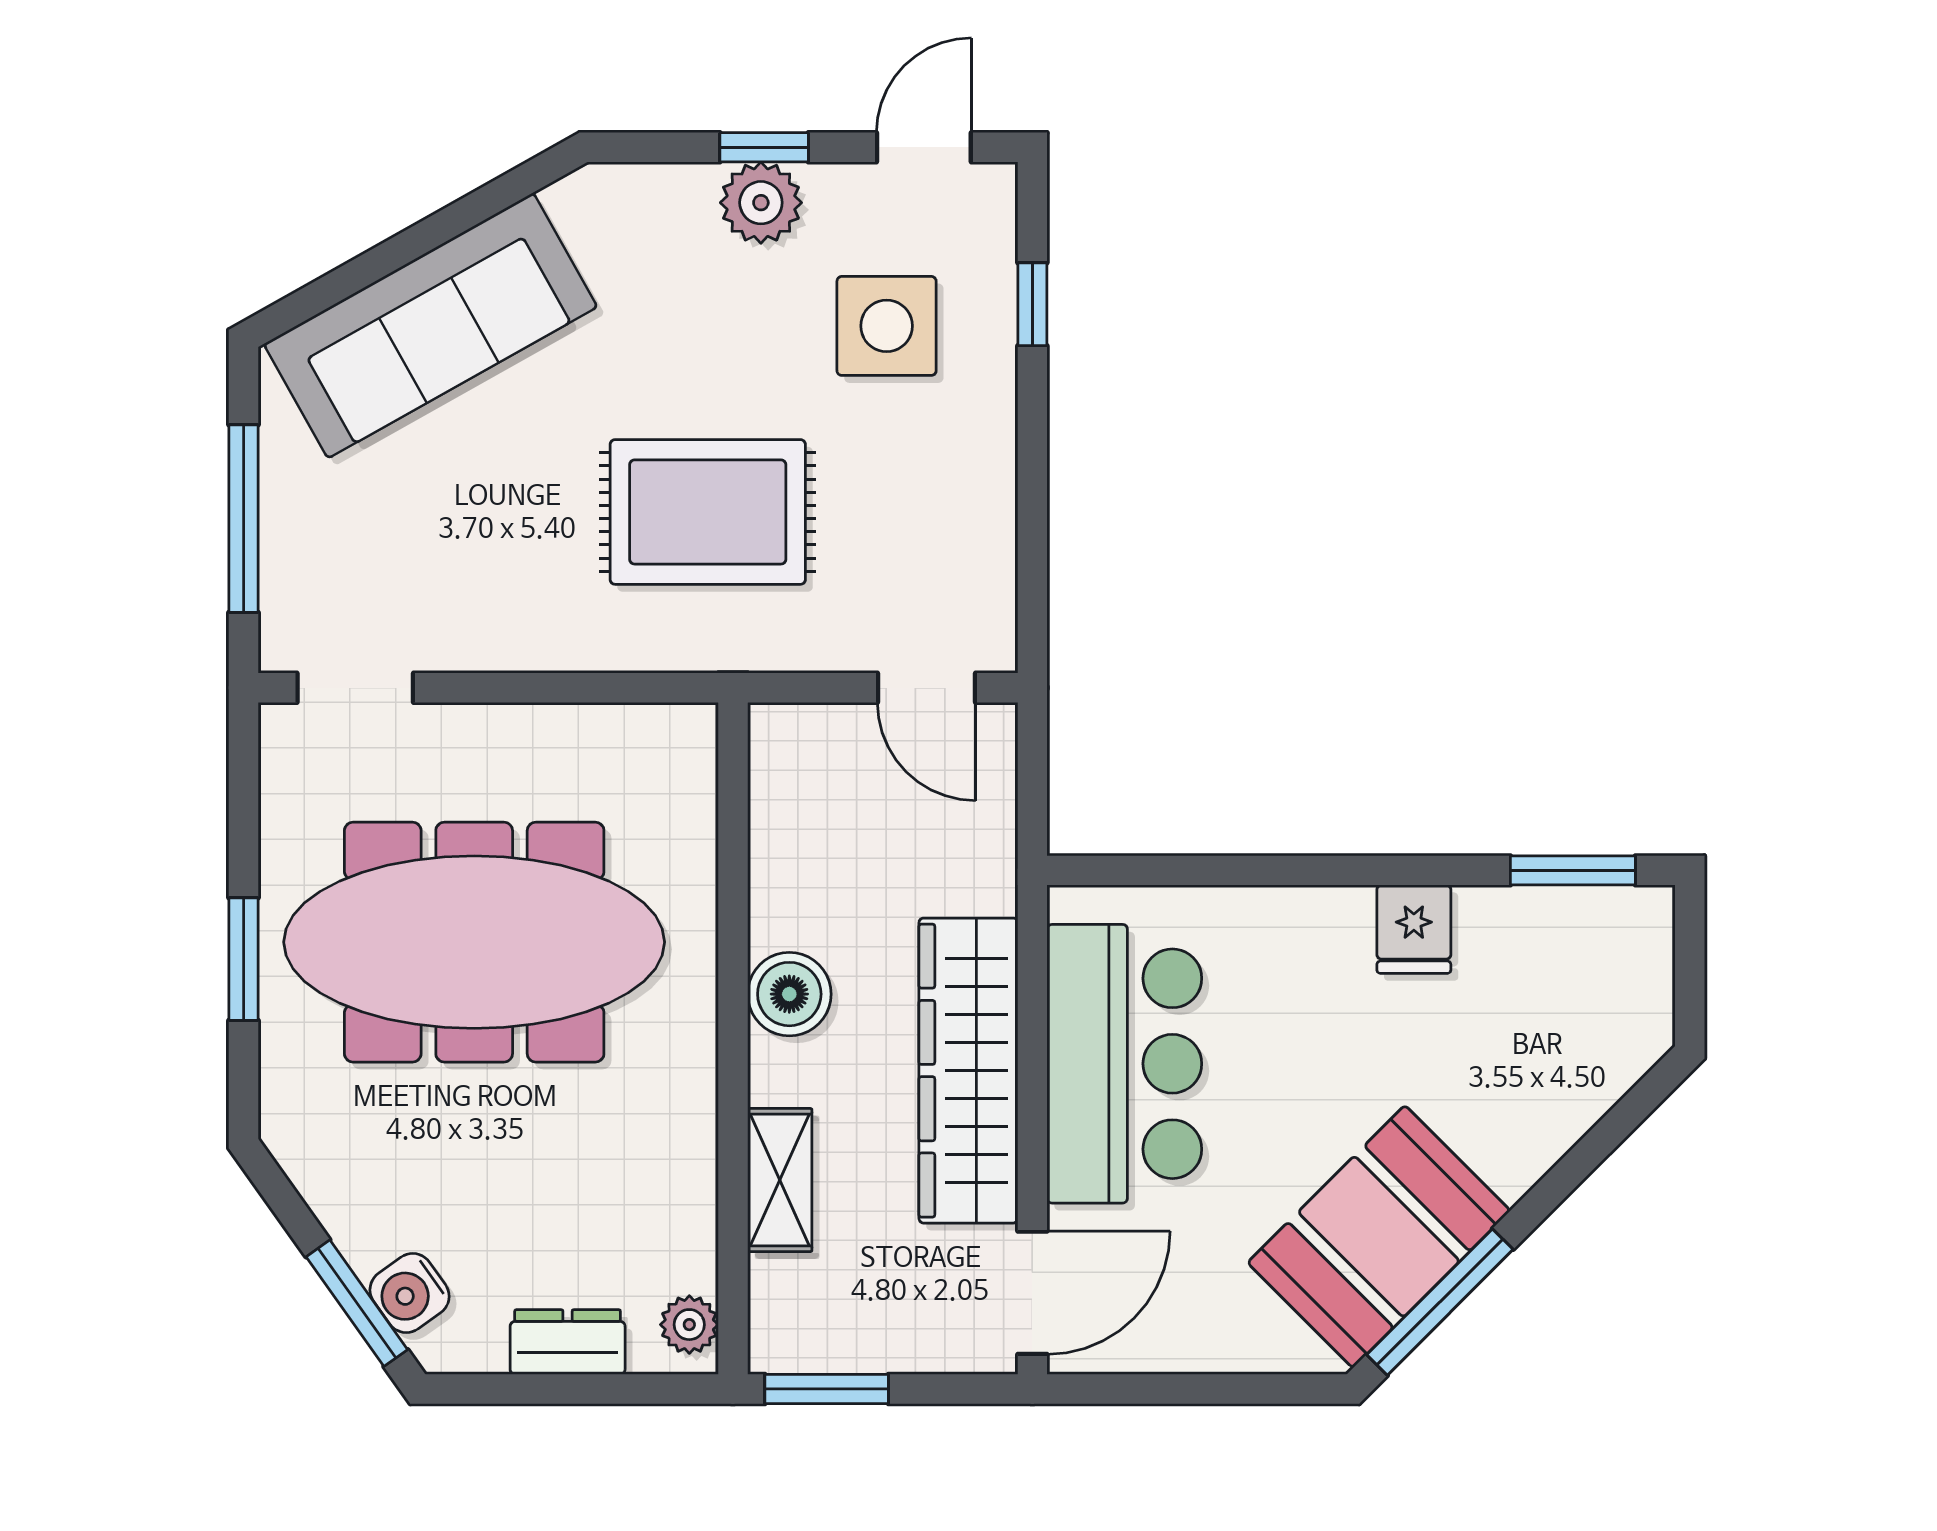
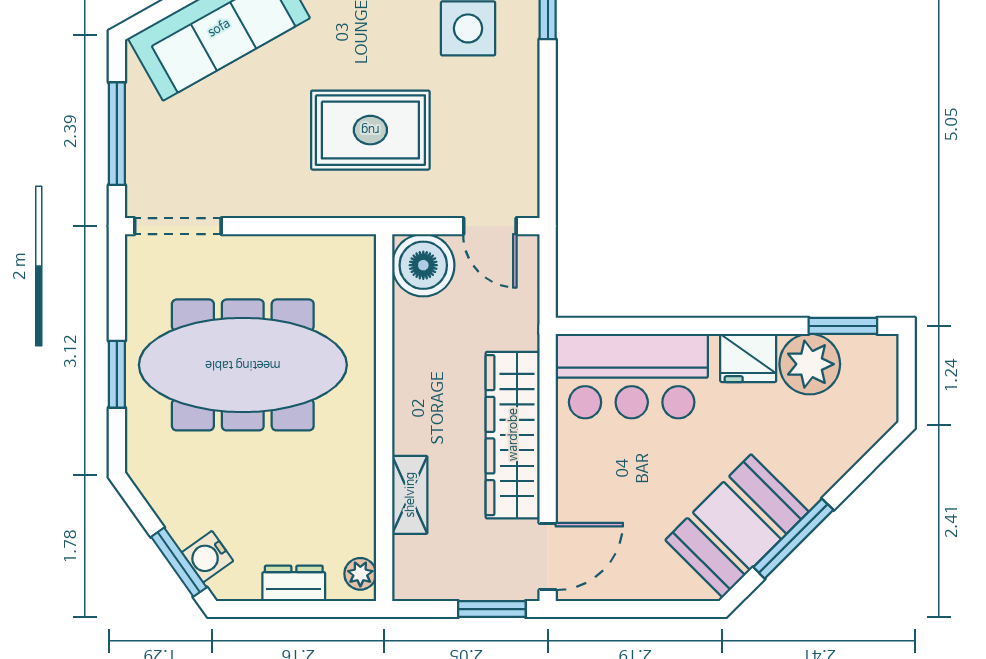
doorway: (355, 688) -> (178, 226), width x1.38
fridge: (1414, 929) -> (748, 358), width x1.38
plant: (1512, 940) -> (810, 364), added
boiler: (789, 994) -> (423, 265), moved, width x1.37, depth x1.37
bar counter: (1124, 1064) -> (632, 376), moved, turned 90
window: (1440, 1302) -> (793, 539), moved
window: (827, 1389) -> (492, 609), moved

